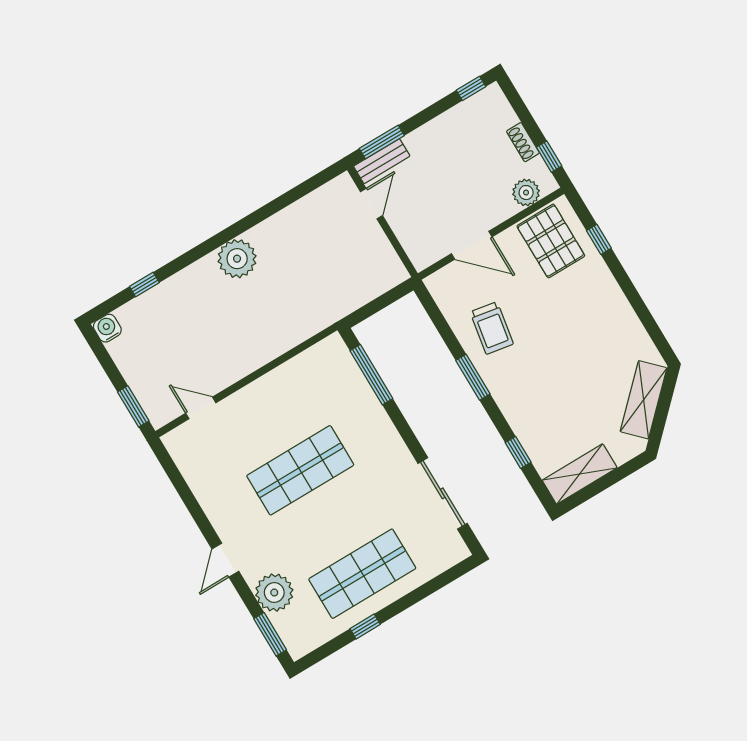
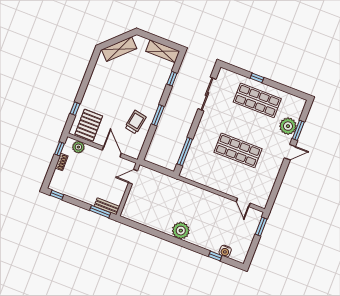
door: (372, 204) -> (133, 177), moved
water cooler: (107, 328) -> (225, 251), moved
window: (365, 627) -> (257, 78), moved
window: (270, 634) -> (298, 130), moved

